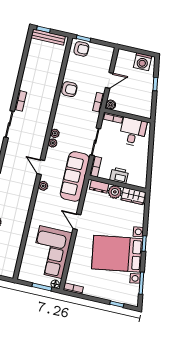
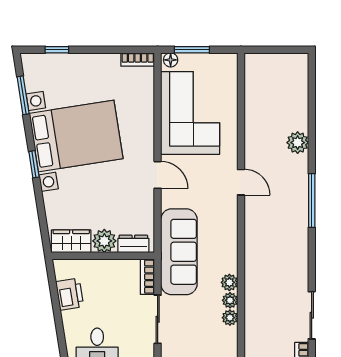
door: (41, 167) -> (241, 182), moved
printer: (119, 175) -> (70, 294), moved, turned -99
plant: (43, 186) -> (229, 282), moved

